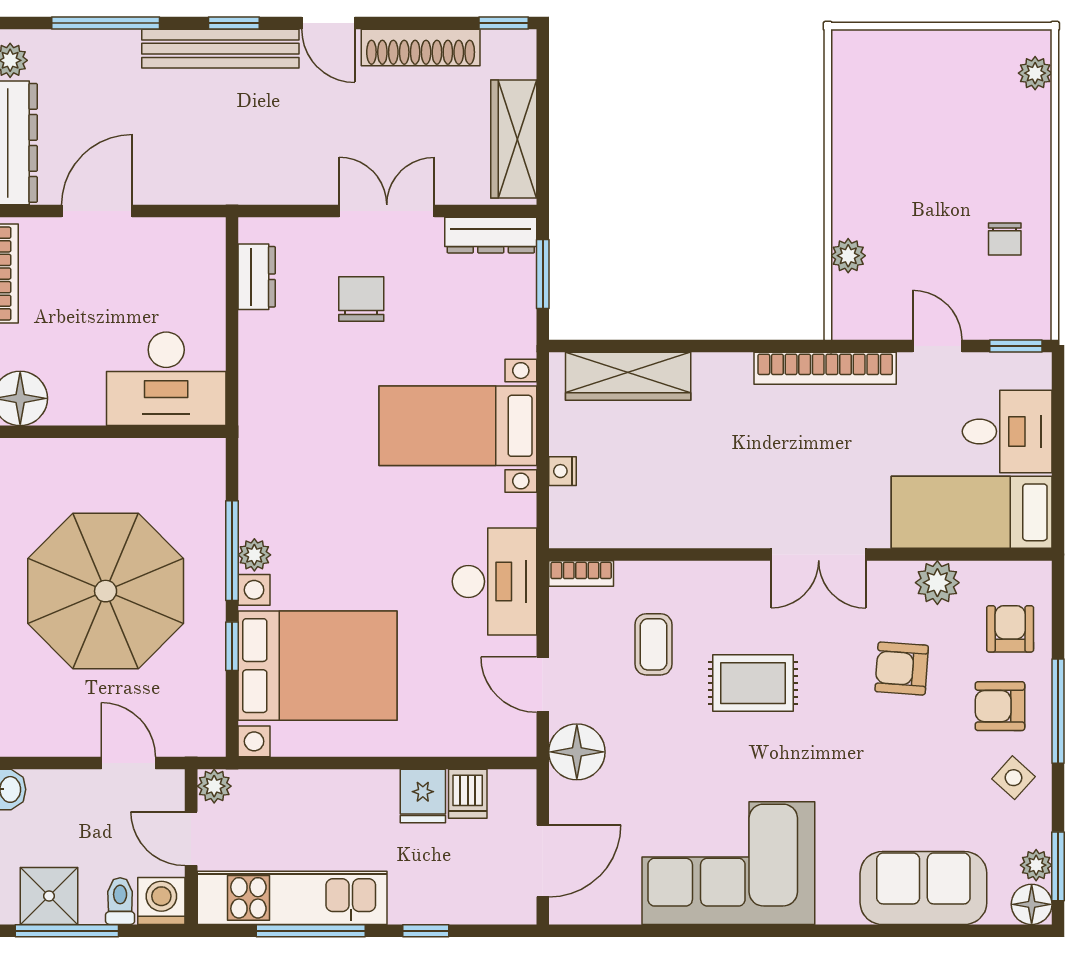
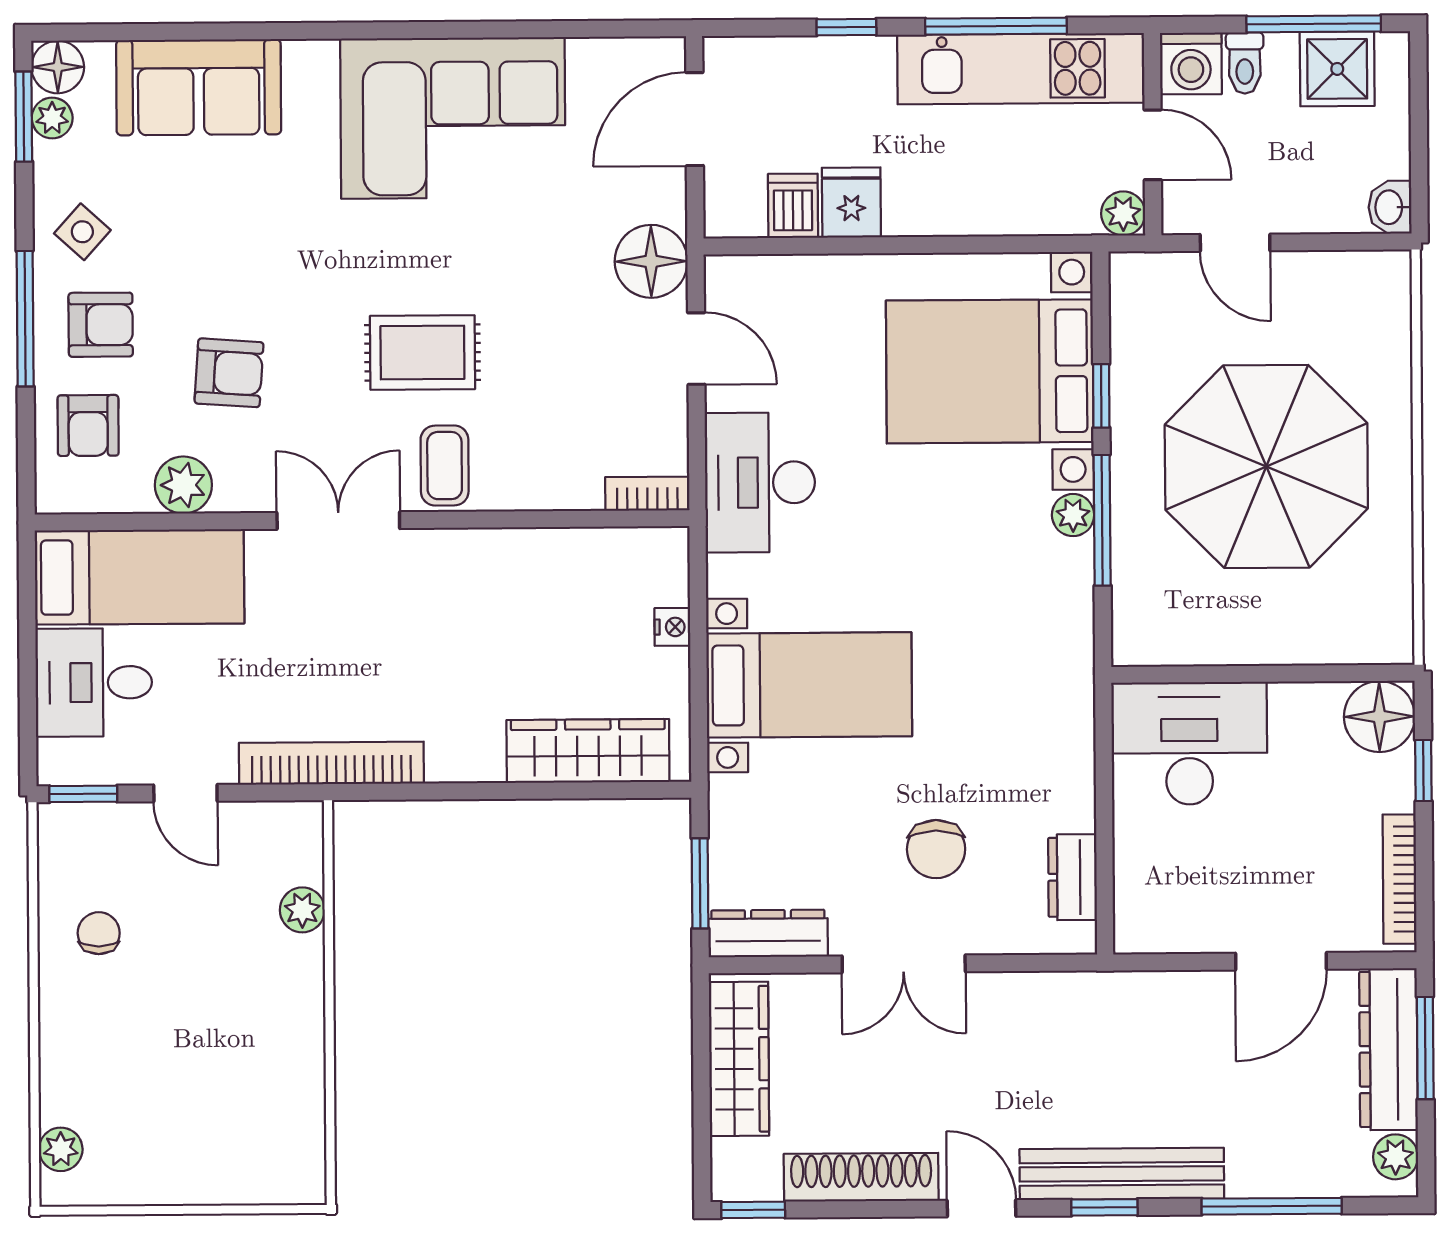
coffee table: (653, 644) -> (445, 466), moved

